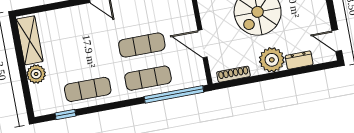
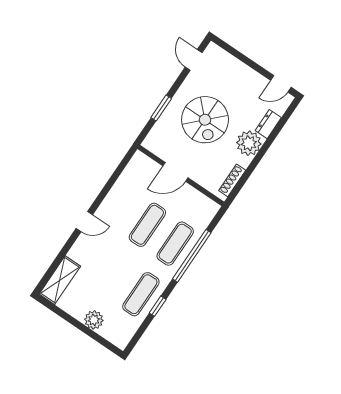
shelving: (30, 40) -> (60, 280), moved, turned 90
door: (203, 44) -> (175, 172), moved
window: (174, 94) -> (192, 256), moved
window: (65, 115) -> (158, 306), moved

